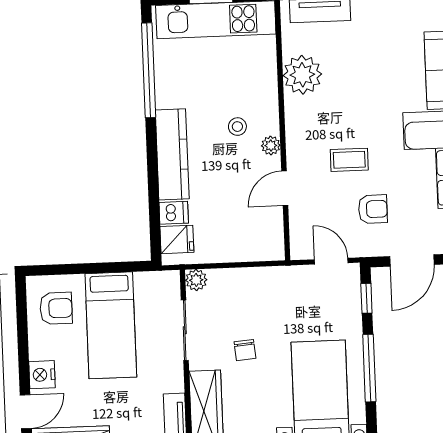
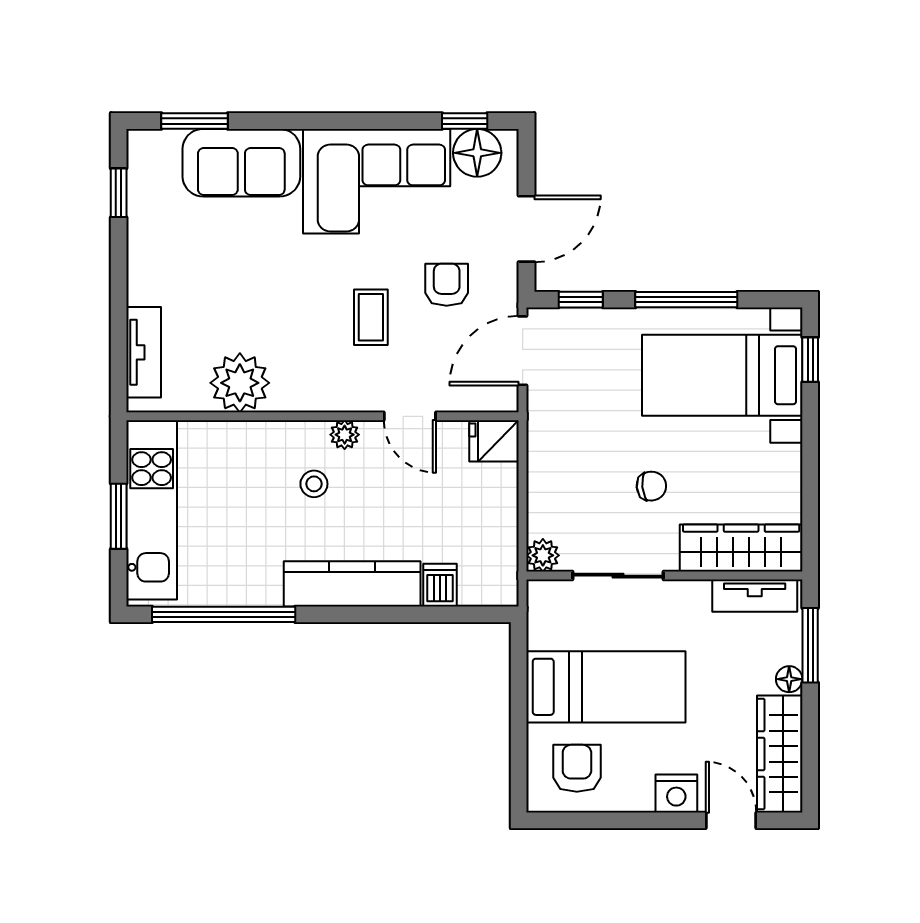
fridge: (177, 239) -> (494, 441), moved, turned -90
door: (412, 260) -> (526, 229), hinge flipped
door: (331, 261) -> (523, 351), width x1.38

